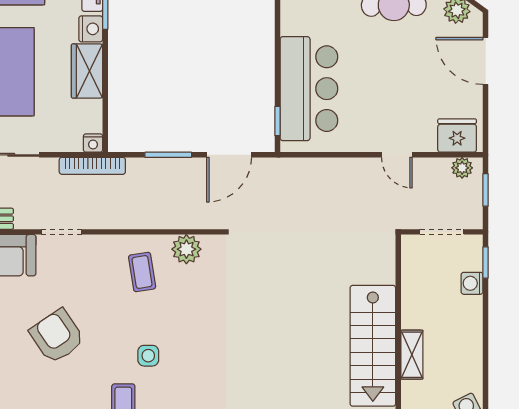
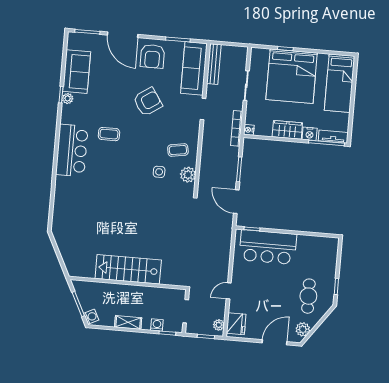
shelving: (412, 355) -> (128, 322), moved
side table: (148, 356) -> (159, 172), moved

